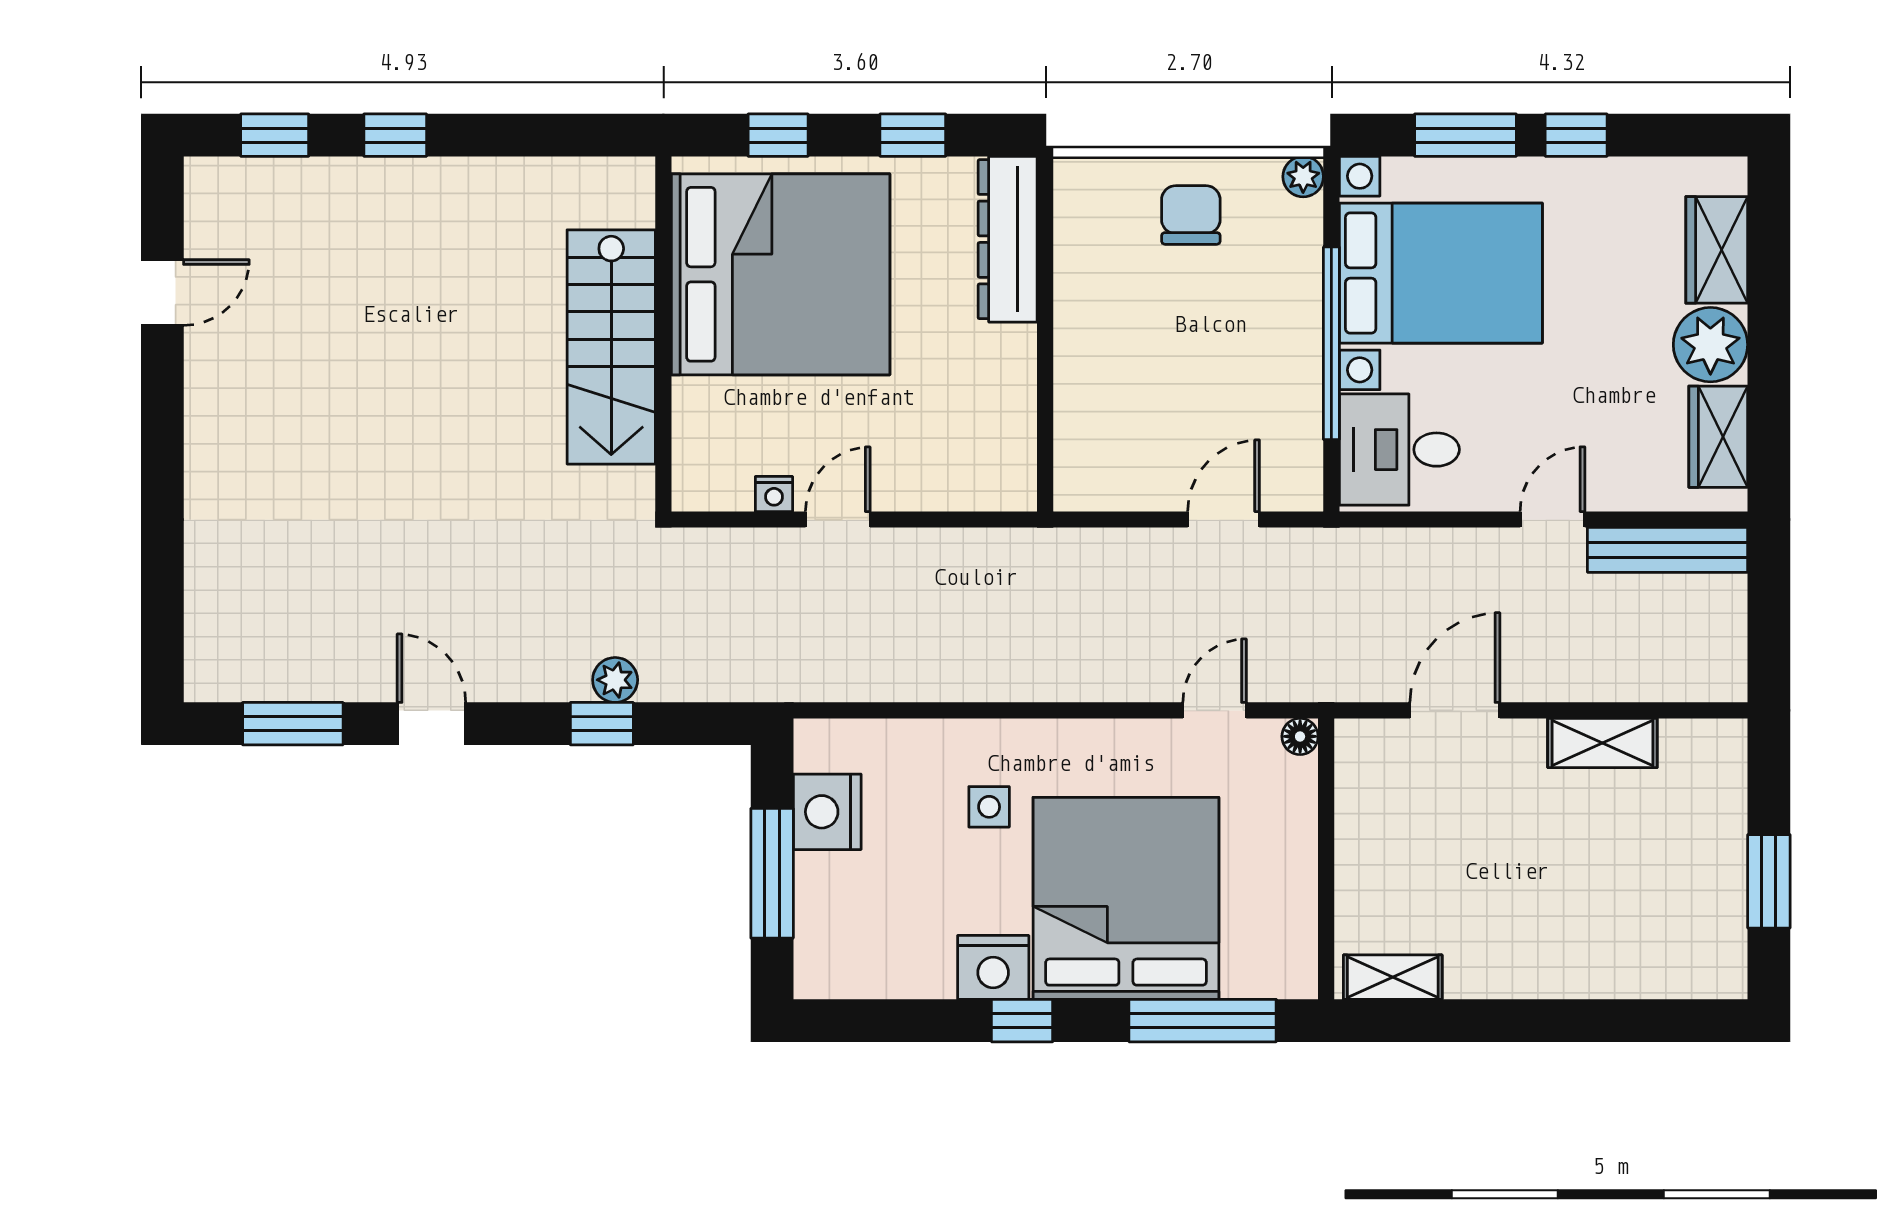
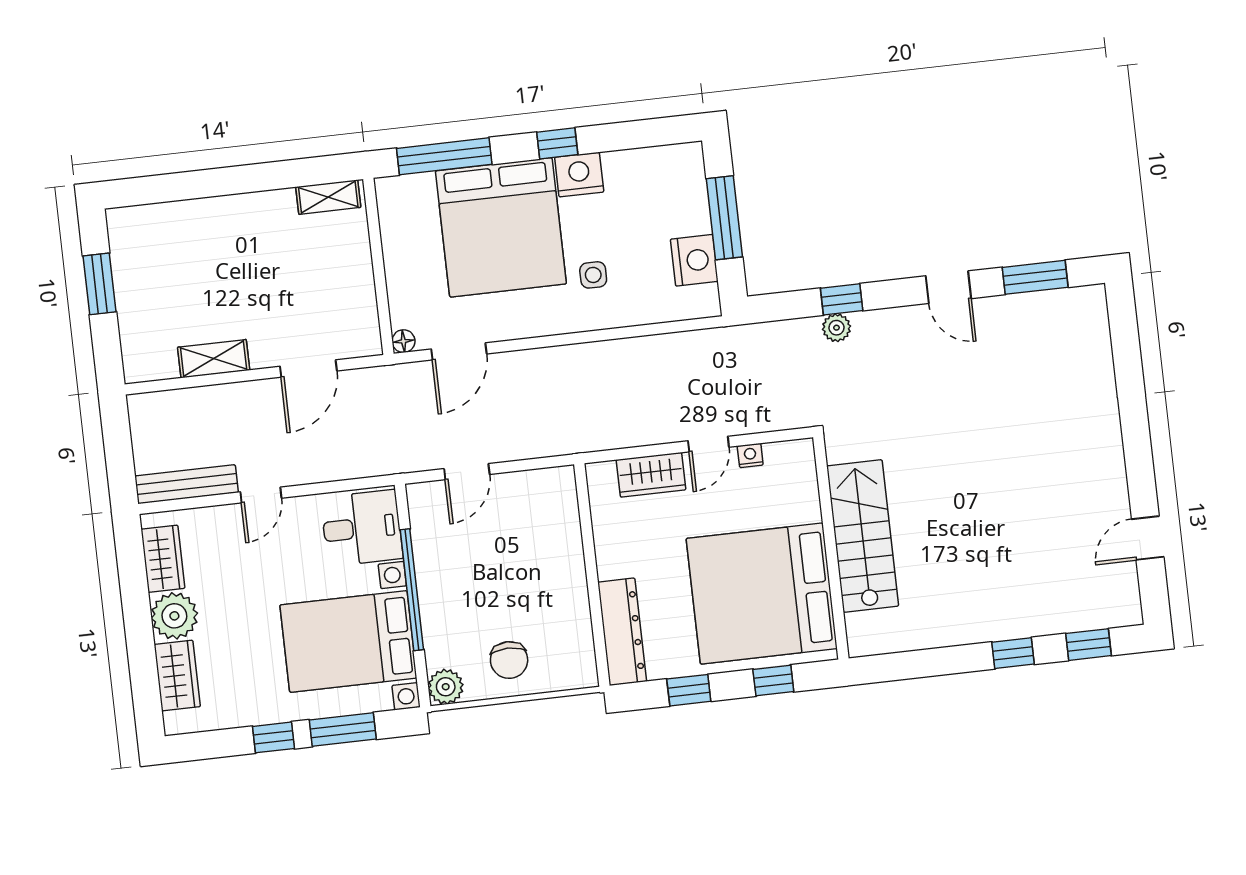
plant: (1303, 177) -> (446, 687), width x1.38, depth x1.38
wardrobe: (934, 481) -> (651, 475), added
door: (1215, 710) -> (459, 351), width x1.38

